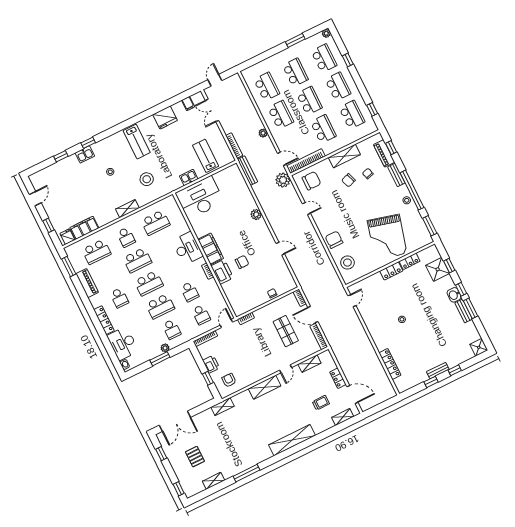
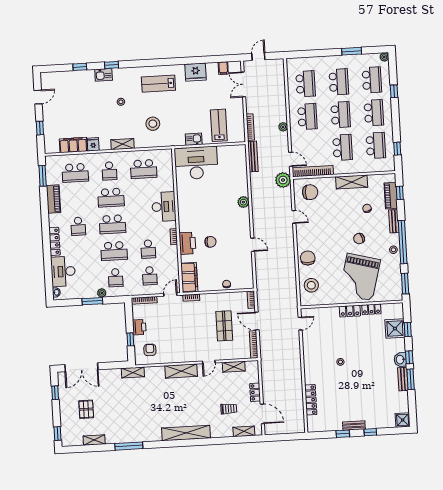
lab bench: (137, 142) -> (158, 84), turned 90
chair: (348, 180) -> (359, 239), moved
fridge: (67, 237) -> (93, 144), moved
filing cabinet: (211, 249) -> (189, 277), moved

